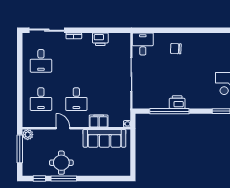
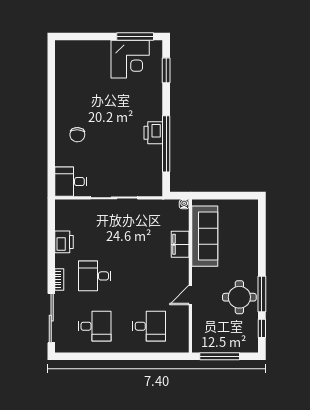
desk: (76, 99) -> (95, 276), moved, turned 180
plant: (28, 135) -> (199, 345), removed

